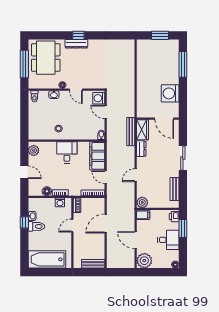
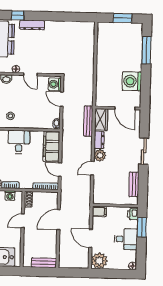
window: (78, 35) -> (18, 15), moved
plant: (142, 202) -> (100, 155), moved

